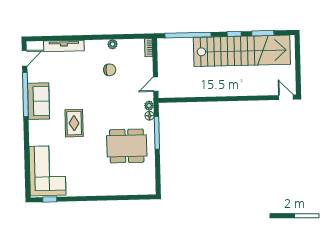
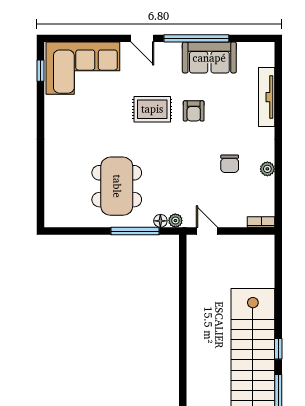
window: (188, 35) -> (278, 281), removed
door: (24, 58) -> (142, 38), moved
armchair: (75, 95) -> (194, 111), added
sofa: (39, 101) -> (209, 58), moved

